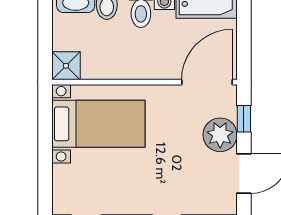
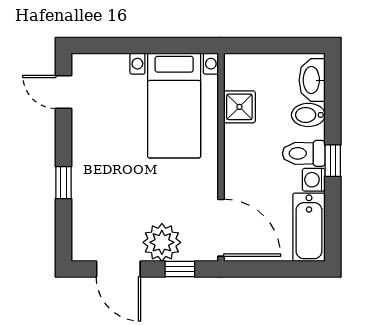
shower: (66, 66) -> (239, 107), moved

